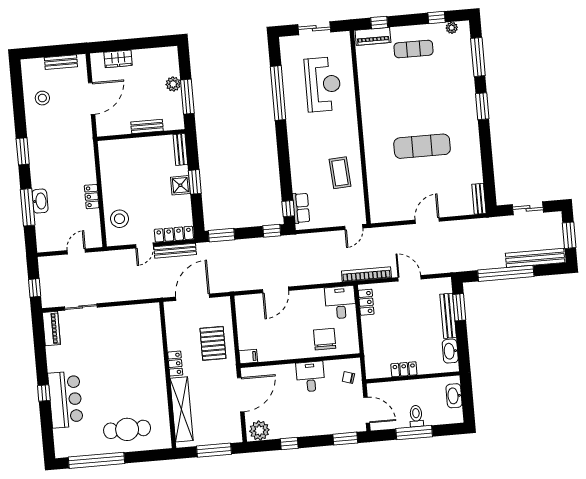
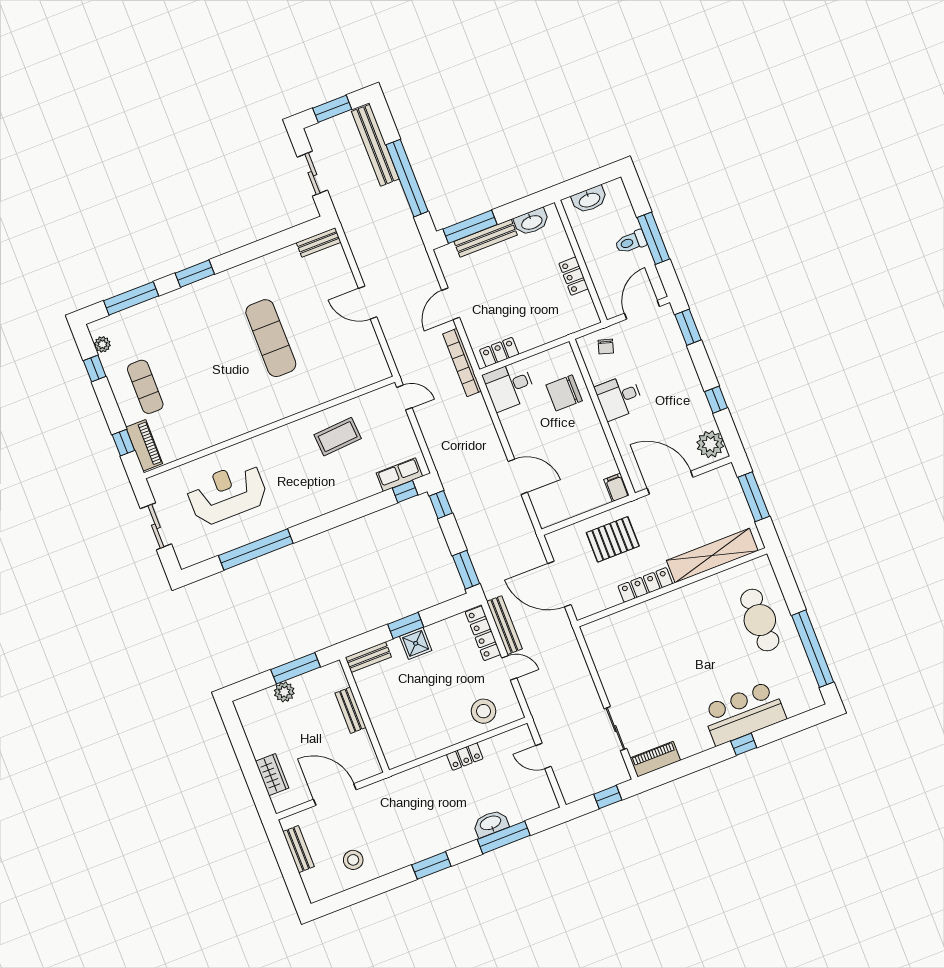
window: (459, 307) -> (470, 227), width x1.44
locker: (175, 364) -> (645, 585), width x1.53

